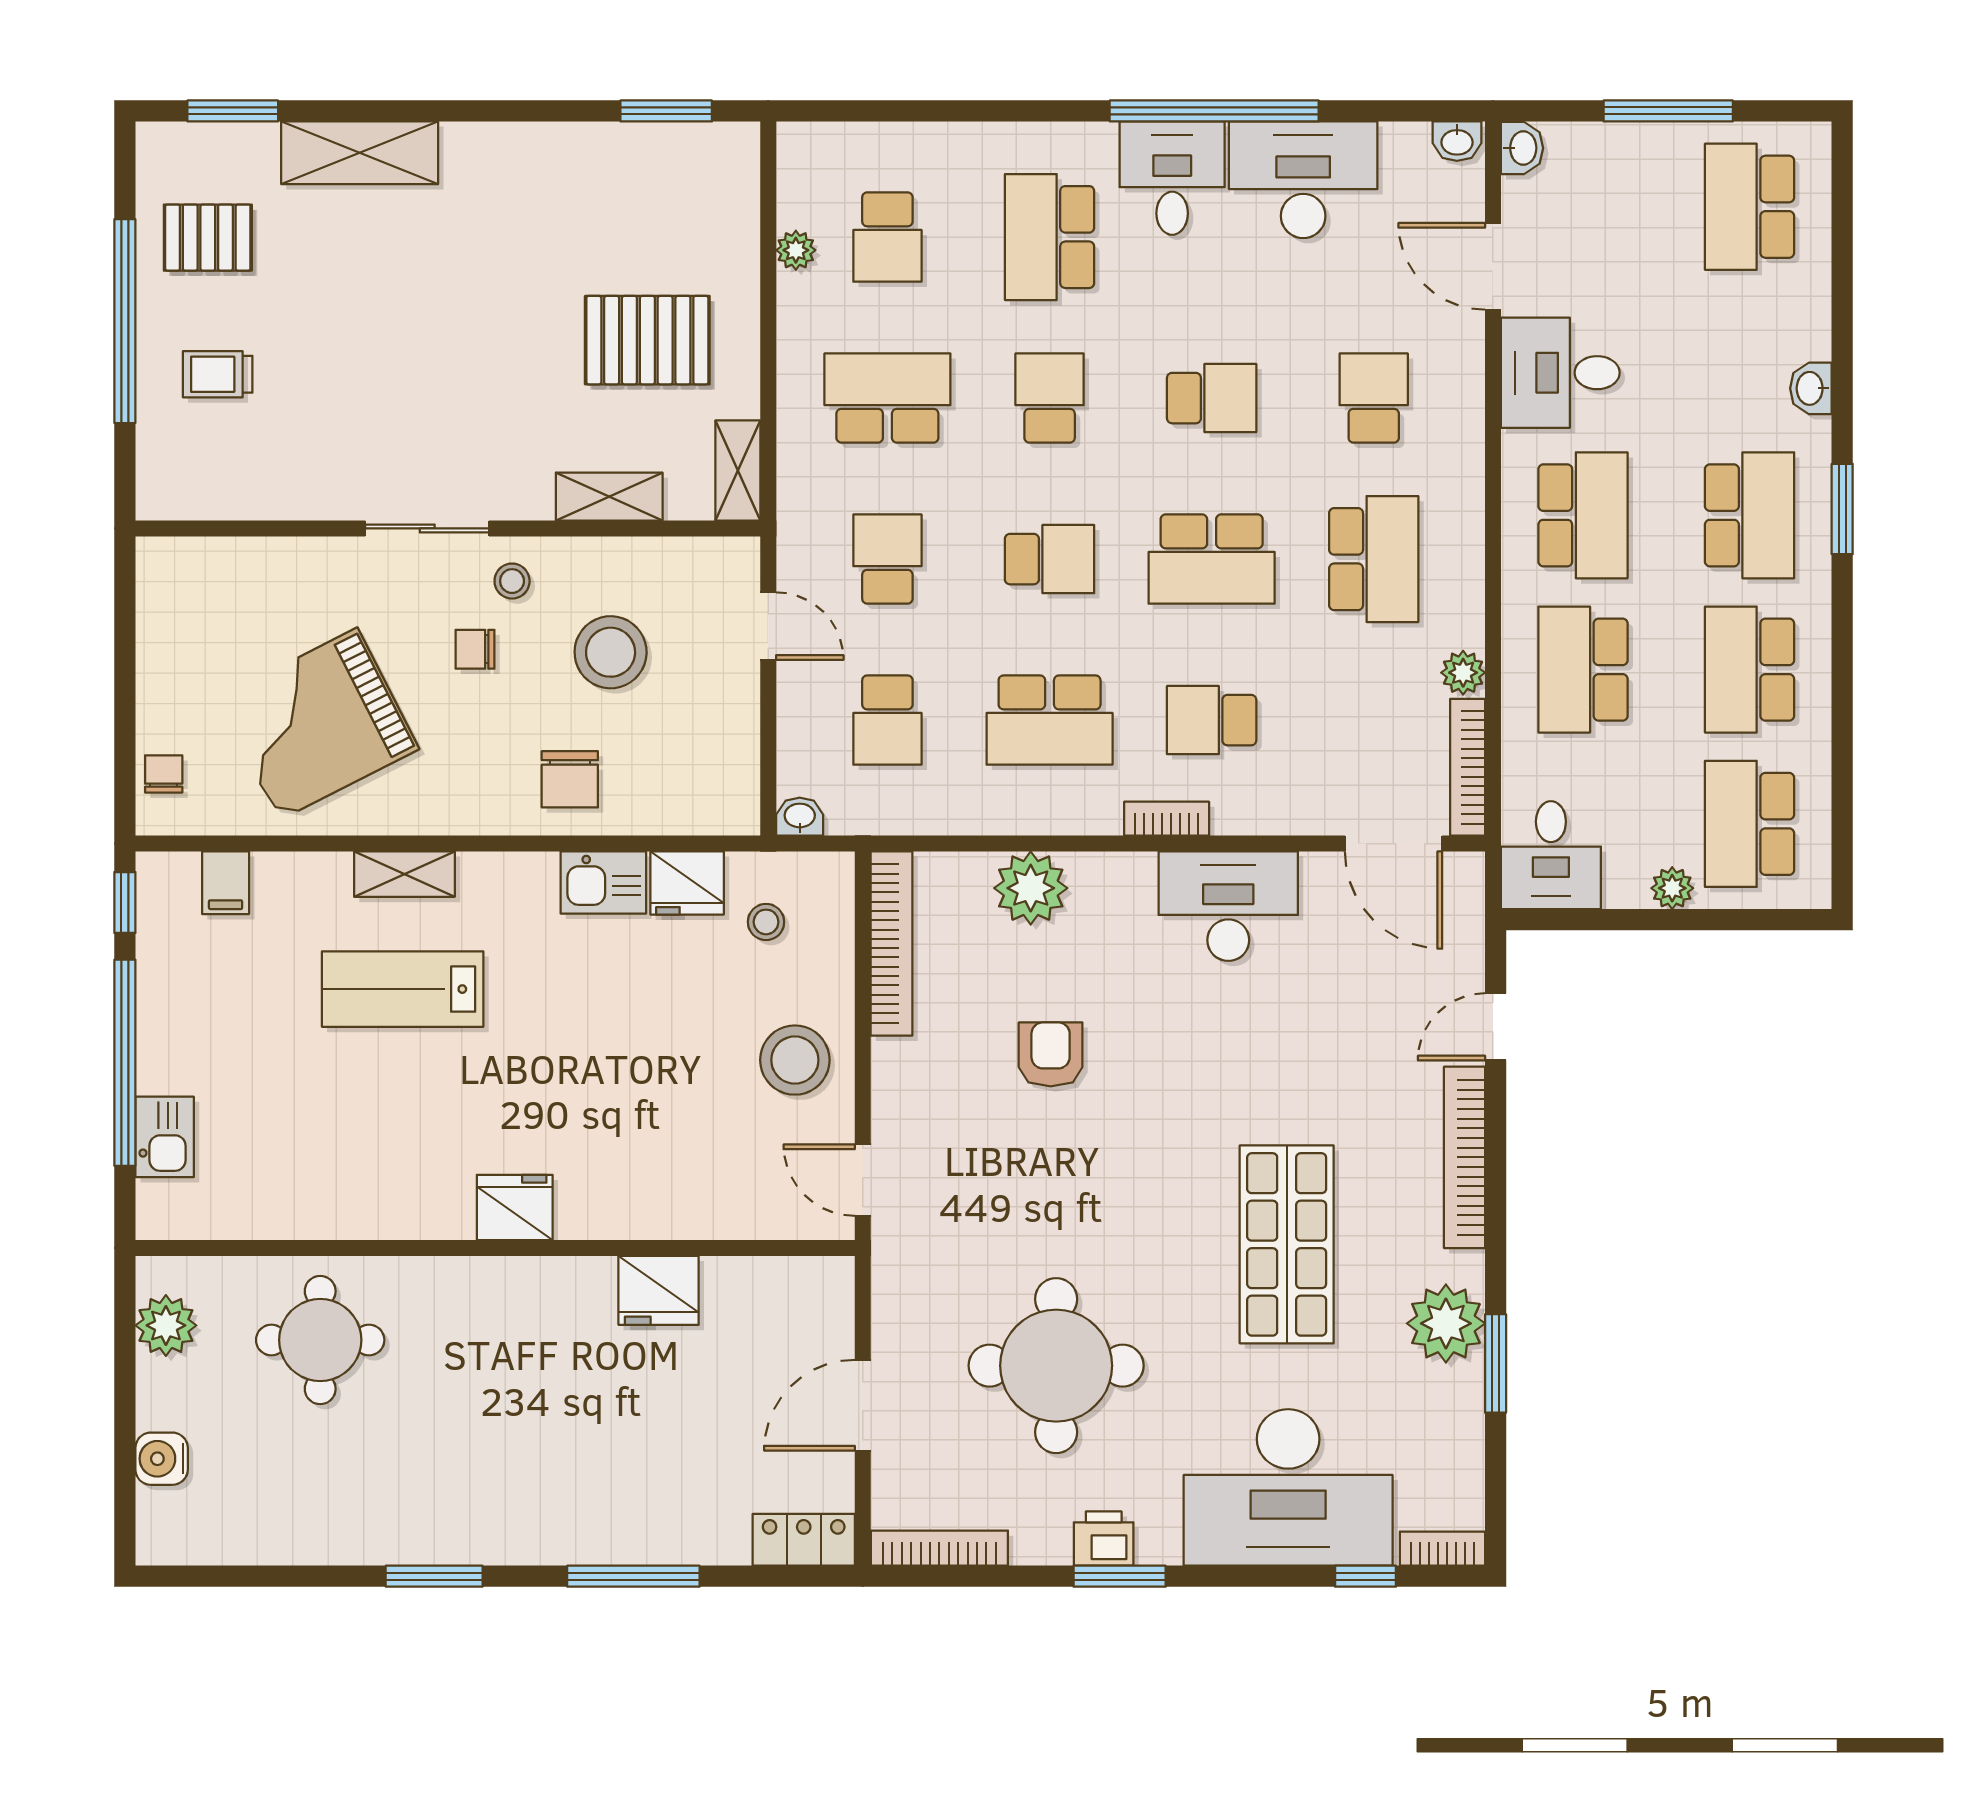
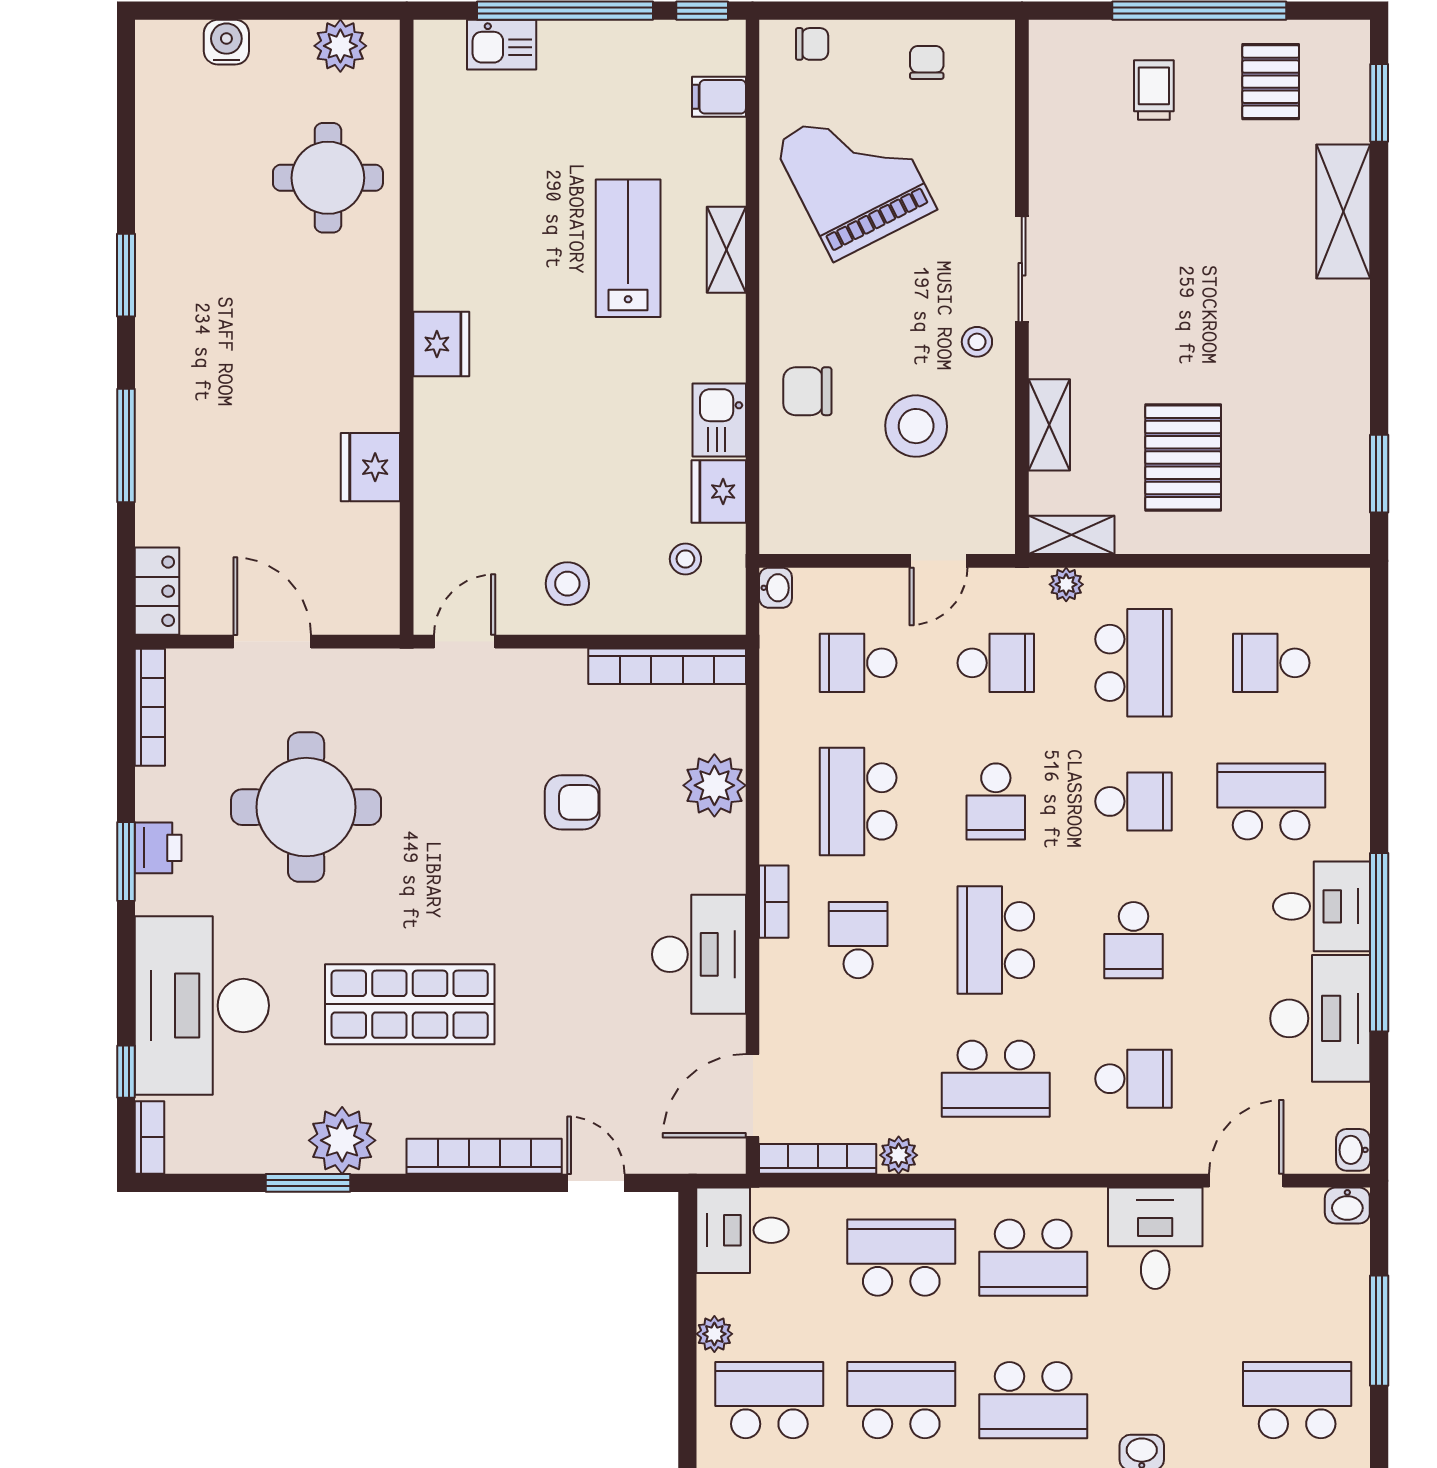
plant: (796, 250) -> (1066, 584), moved
chair: (475, 649) -> (927, 62), moved
stool: (795, 1060) -> (567, 584), width x0.73, depth x0.73

